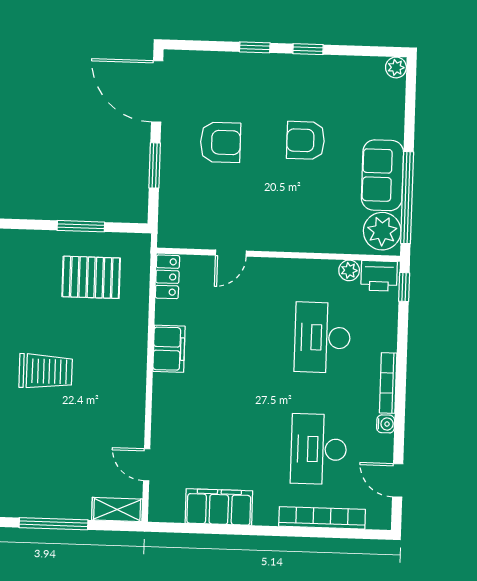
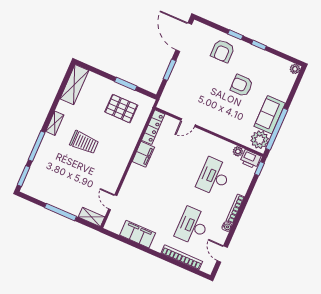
armchair: (220, 142) -> (223, 51), moved, turned 90
locker: (167, 277) -> (153, 127), width x1.53

